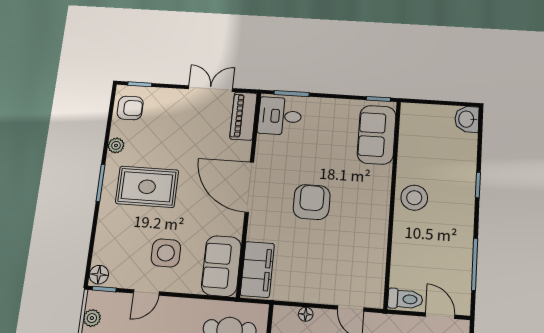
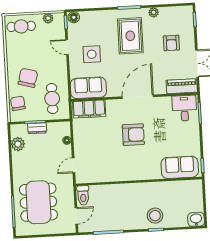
armchair: (130, 108) -> (171, 43), moved
stool: (414, 198) -> (155, 216), moved

